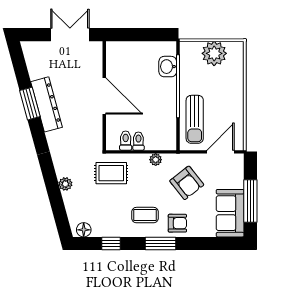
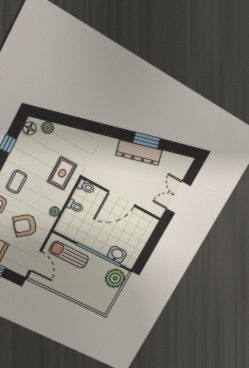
double door: (70, 35) -> (178, 197), swing flipped
plant: (214, 53) -> (115, 278), moved
toilet: (126, 141) -> (86, 187), moved
plant: (65, 184) -> (48, 128), moved

